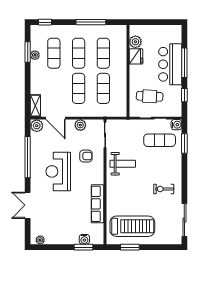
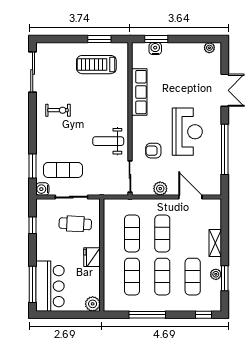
plant: (135, 42) -> (93, 304), moved
fridge: (136, 56) -> (92, 257), moved
window: (184, 63) -> (33, 284), moved
bar counter: (170, 64) -> (50, 286), moved
shelving: (35, 106) -> (215, 243), moved
plant: (37, 126) -> (214, 188), removed
treadmill: (132, 226) -> (96, 65), width x0.73, depth x0.73

